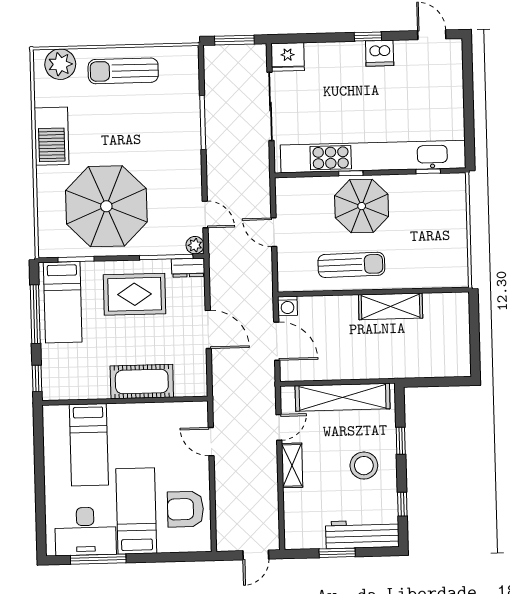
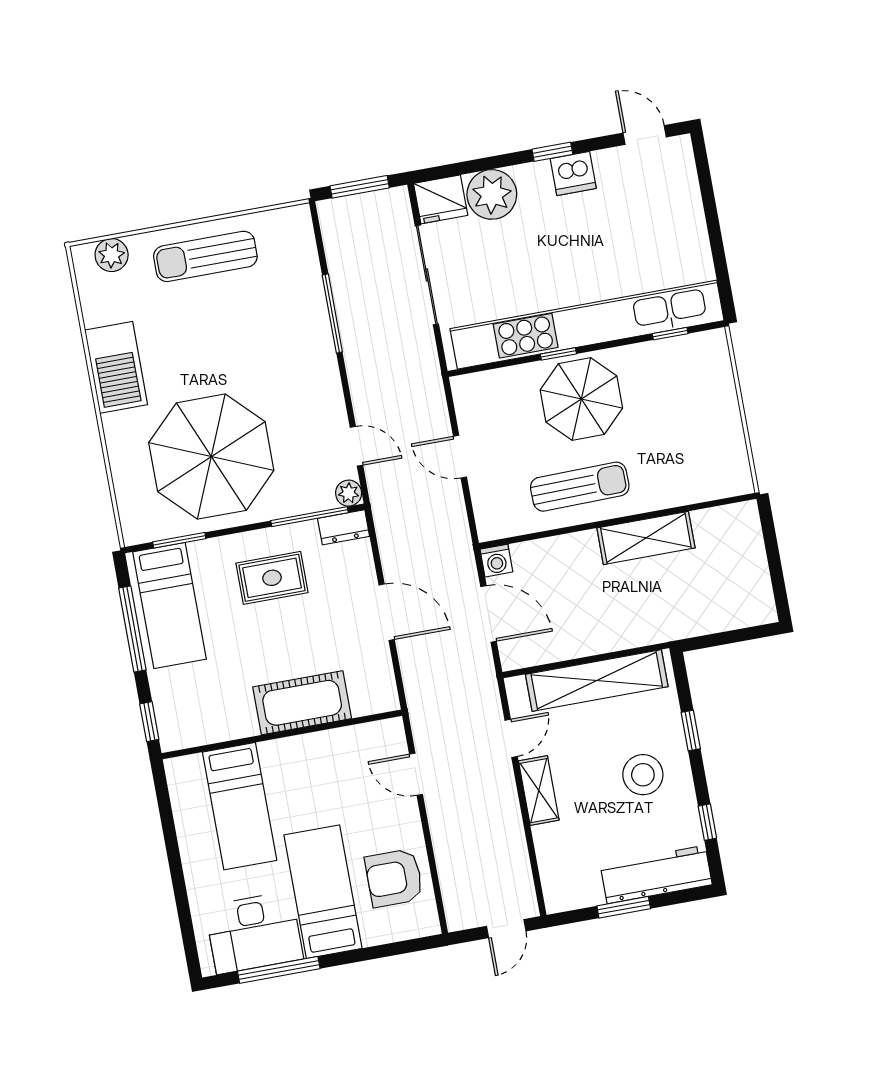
plant: (323, 59) -> (492, 194), added
plant: (60, 64) -> (112, 255), width x0.73, depth x0.73
rug: (135, 294) -> (272, 578), width x0.73, depth x0.70

